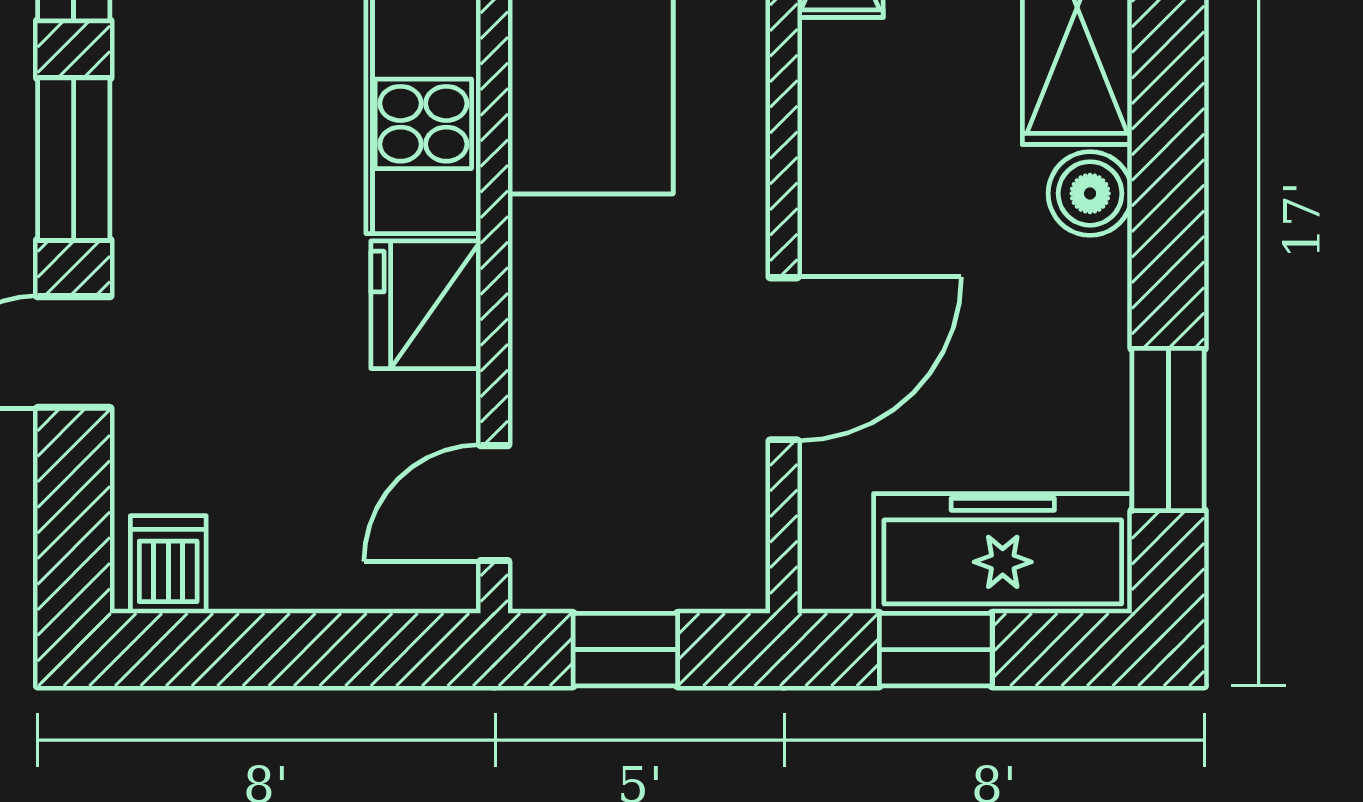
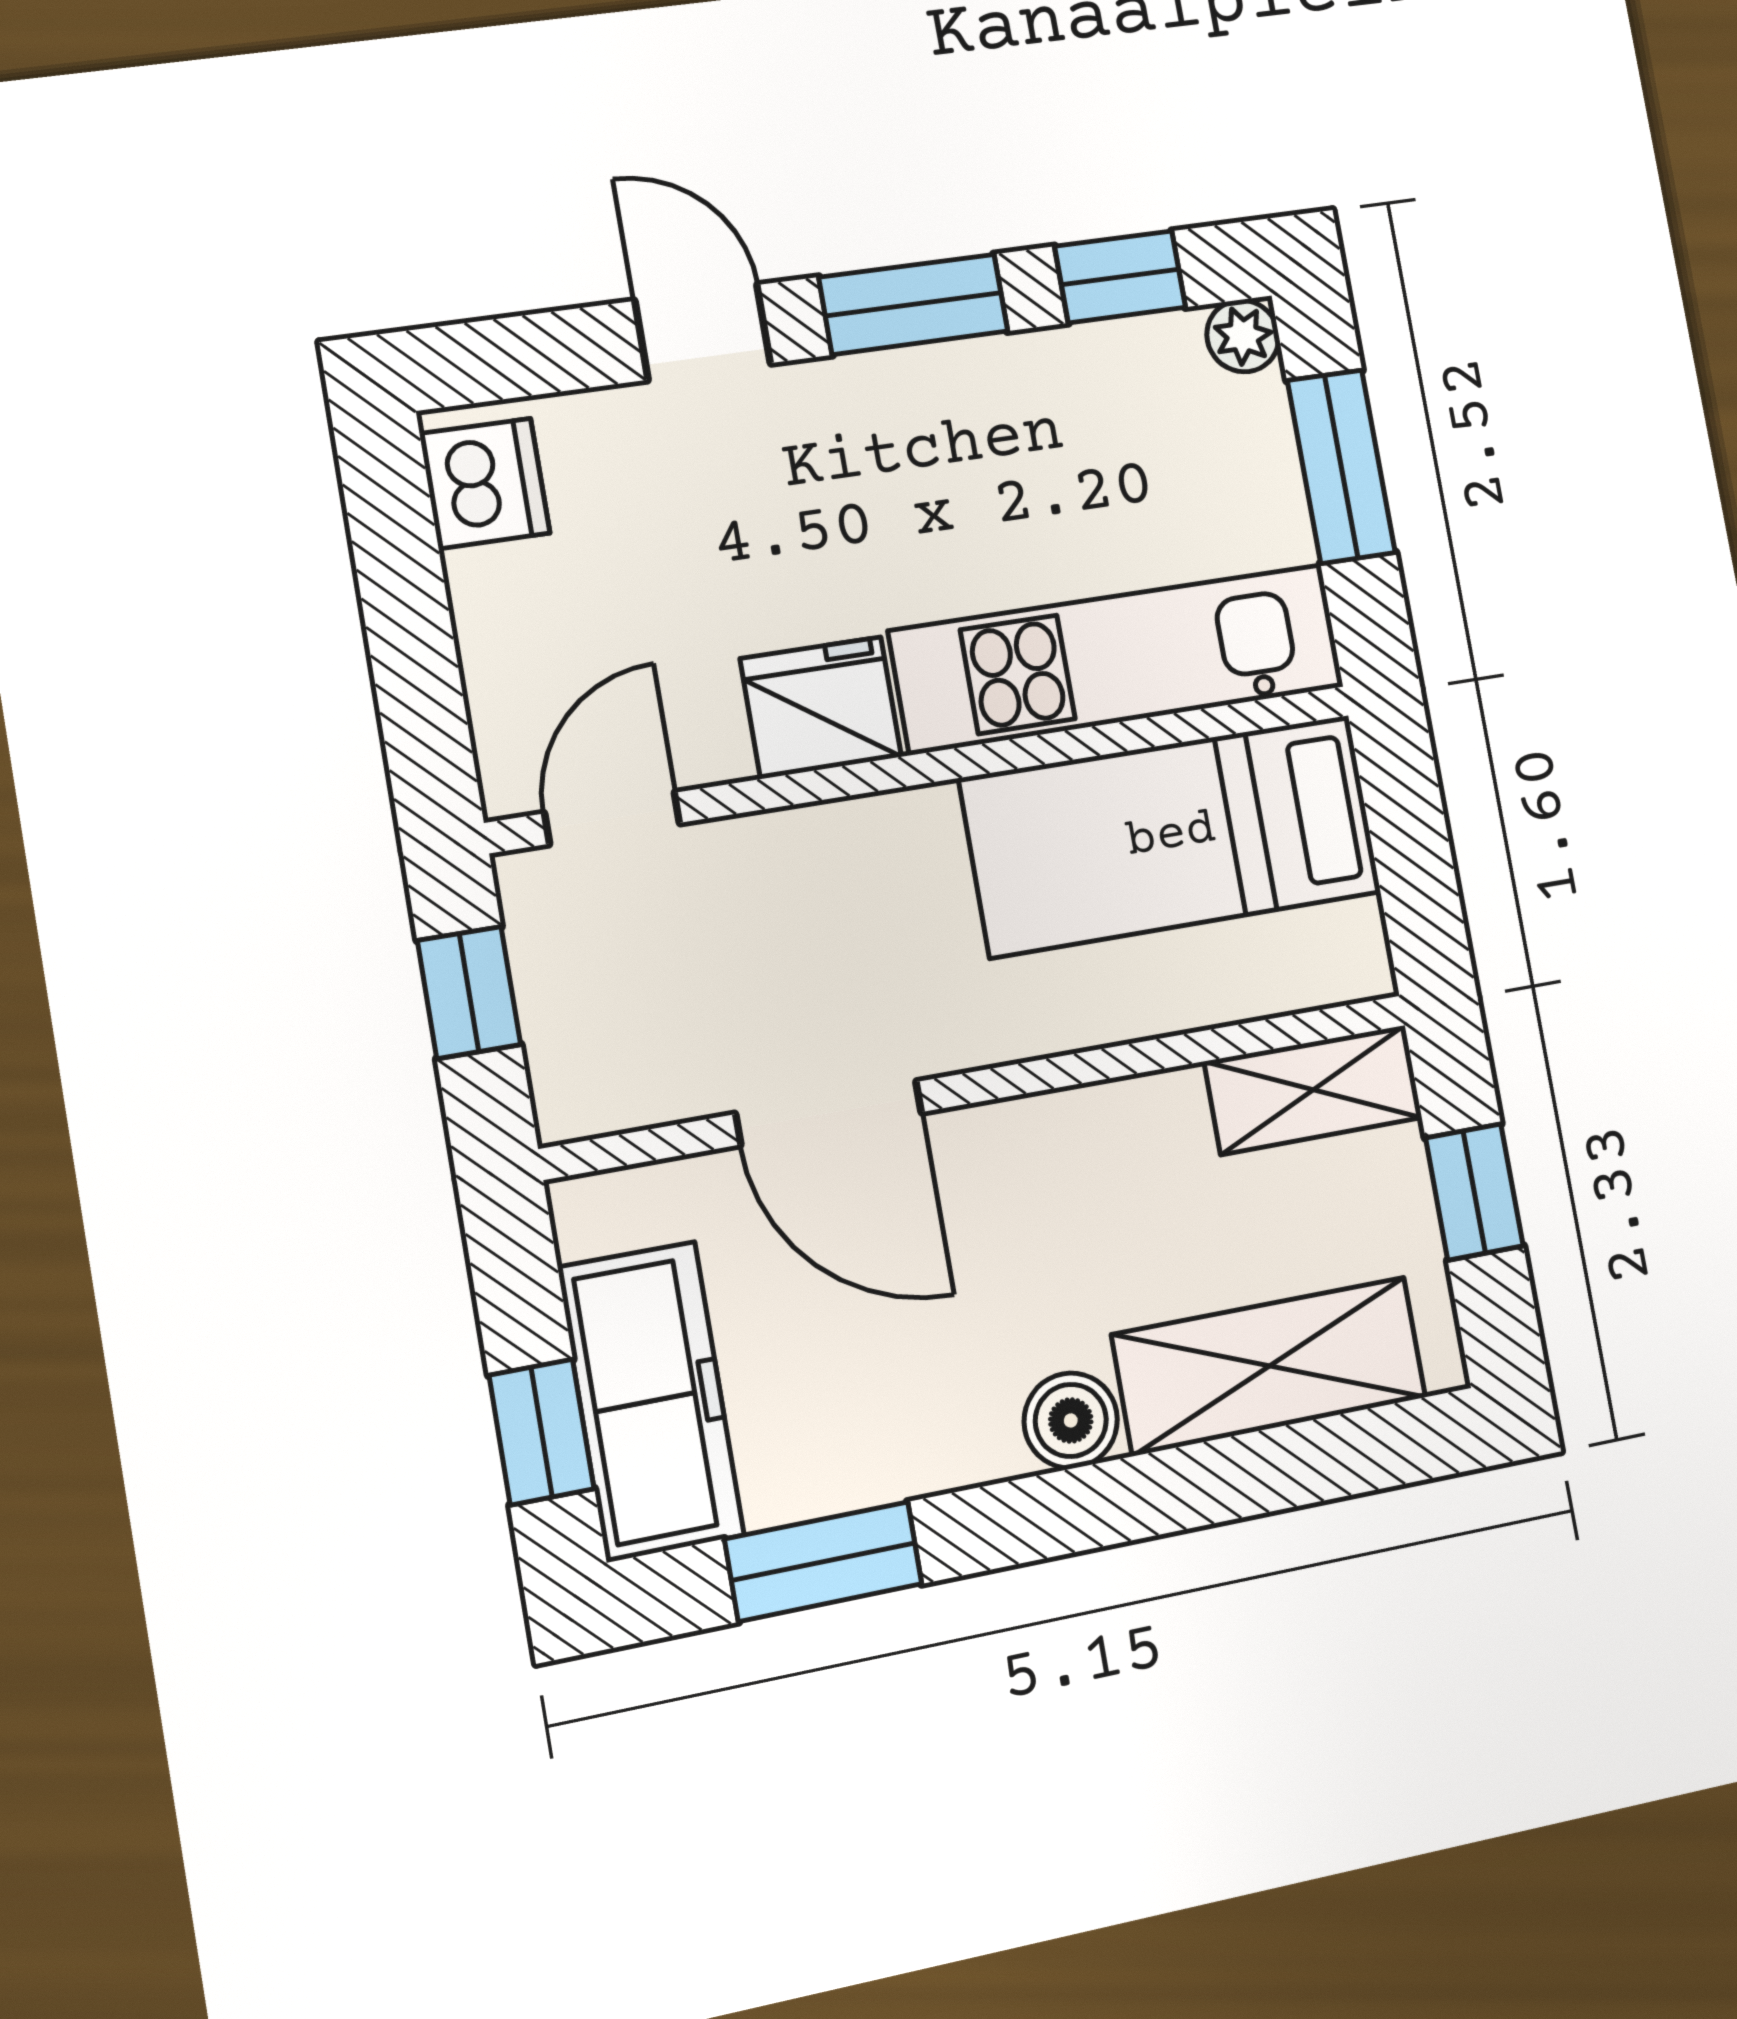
door: (494, 503) -> (612, 818), hinge flipped
dishwasher: (168, 565) -> (485, 483), width x1.38
window: (936, 650) -> (542, 1432), moved

